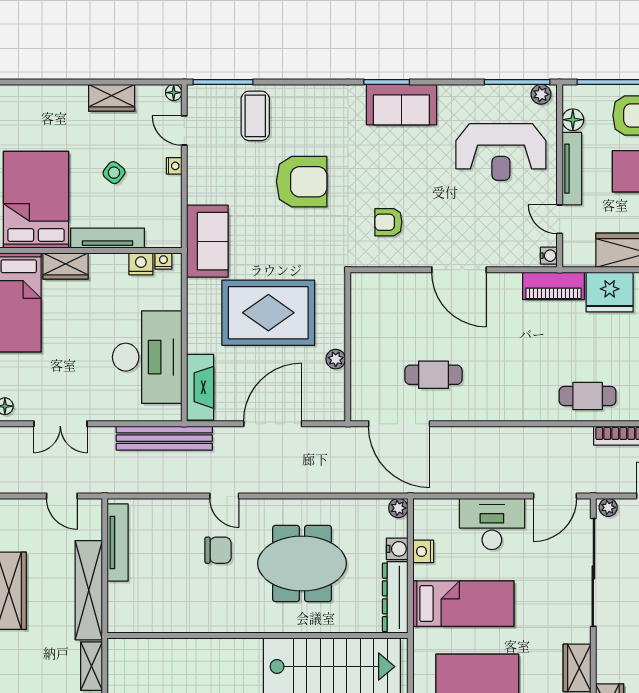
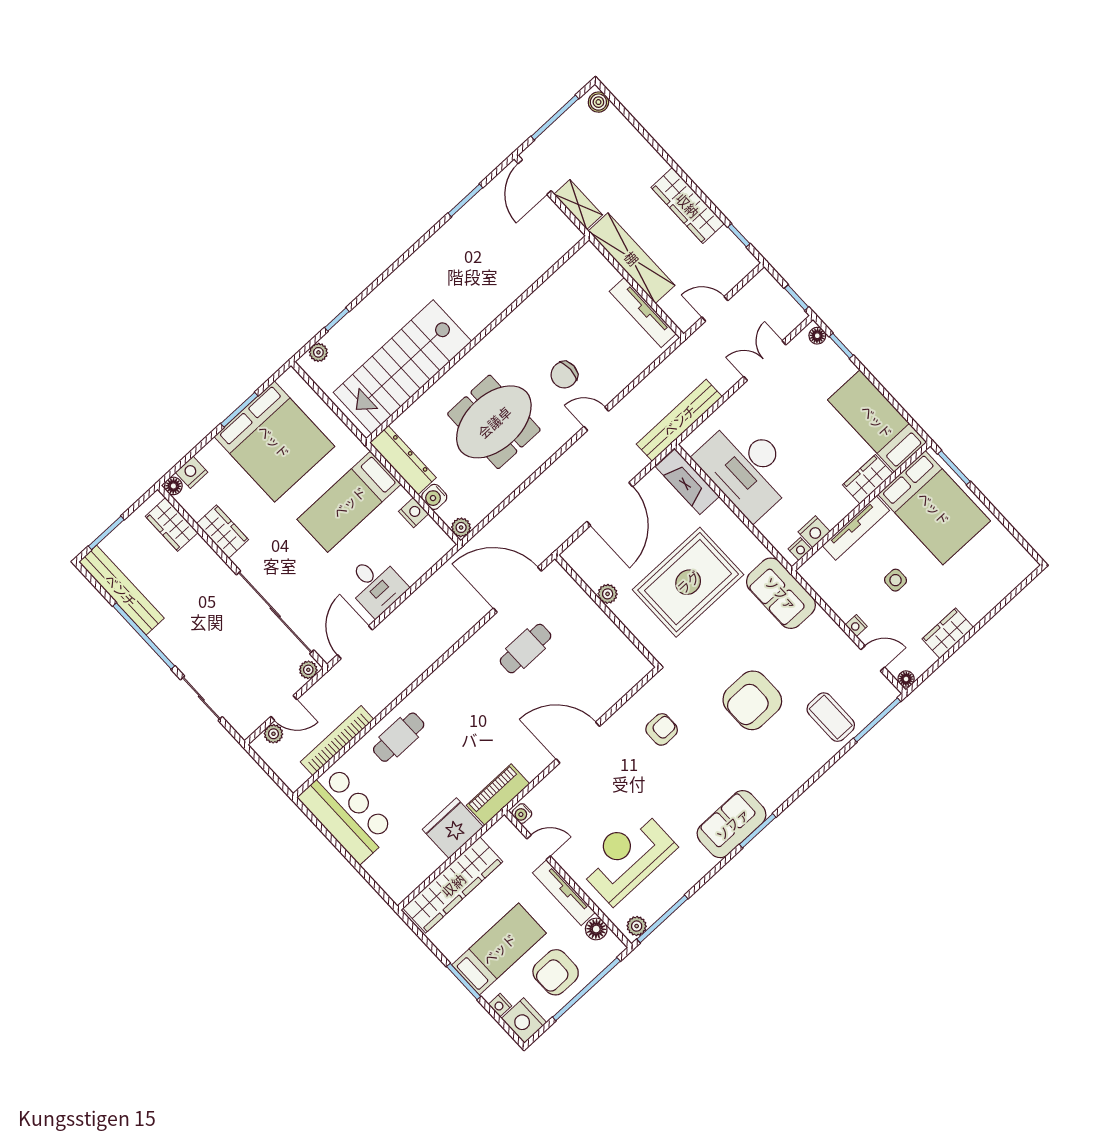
side table: (114, 173) -> (896, 580), turned -38
desk: (492, 524) -> (376, 585), width x0.73

